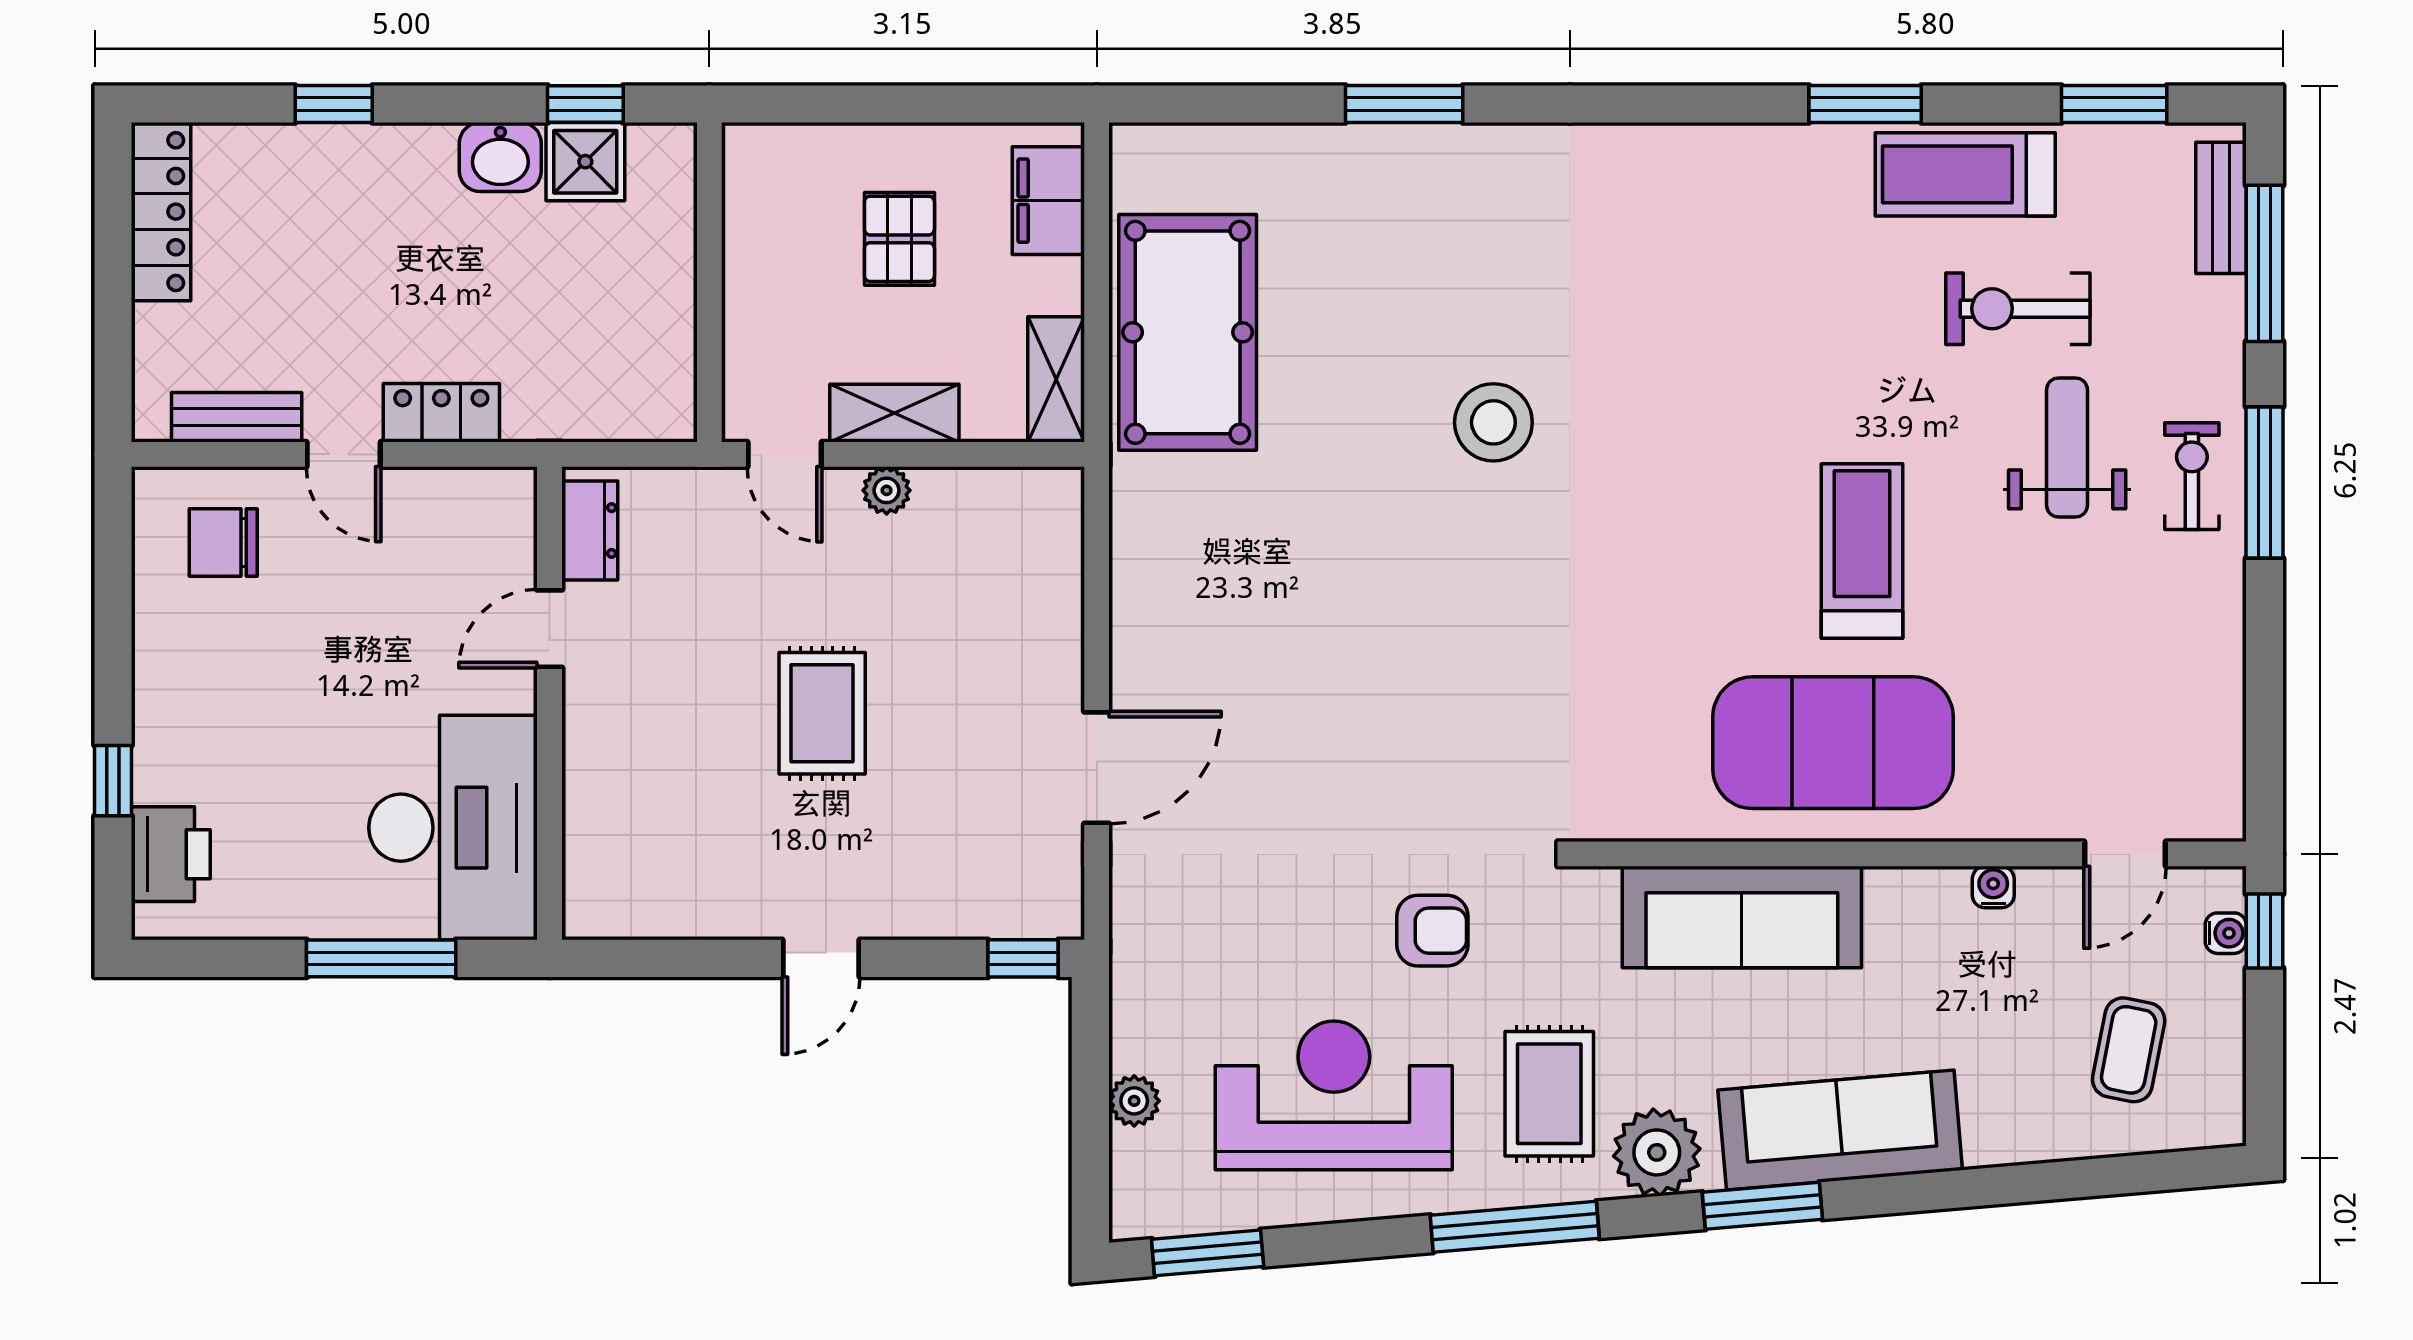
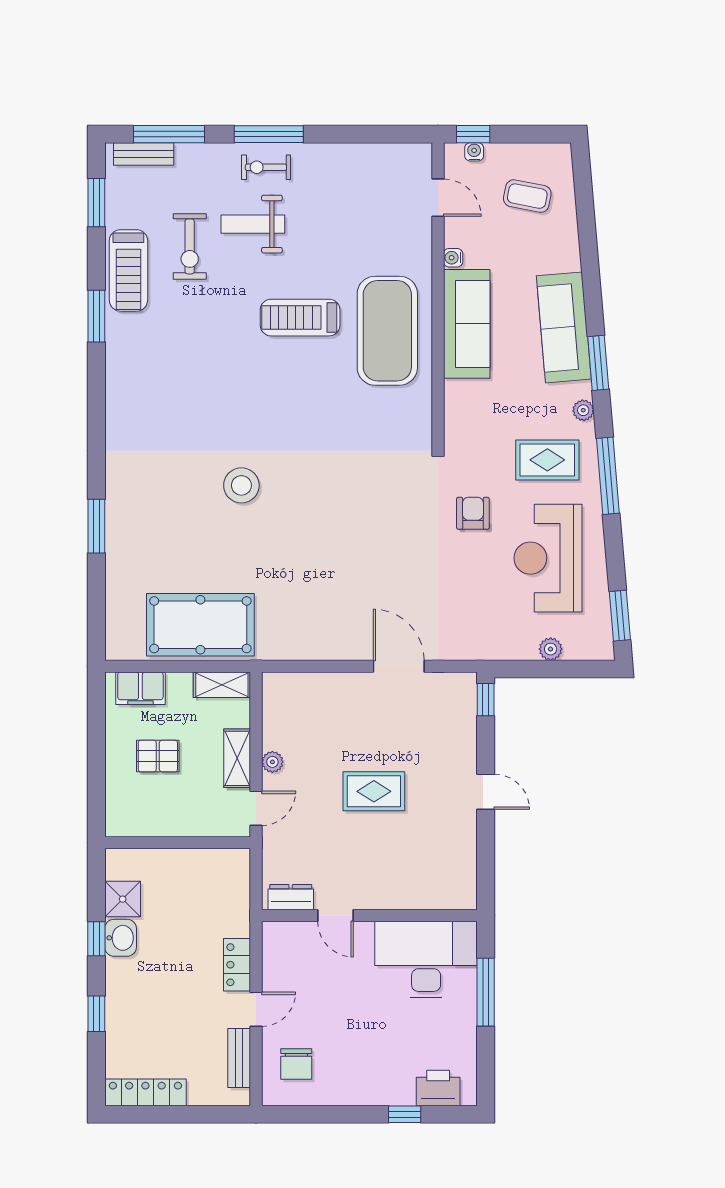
window: (585, 104) -> (96, 939), moved
sofa: (1742, 917) -> (467, 324), moved
plant: (1657, 1152) -> (583, 410), width x0.53, depth x0.53

